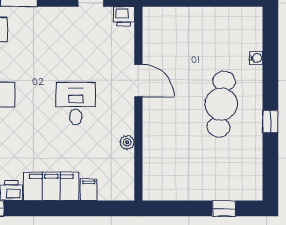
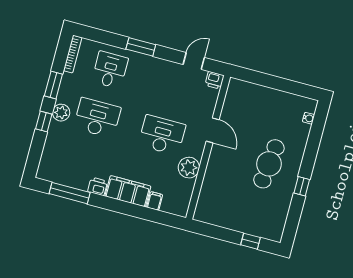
water cooler: (256, 58) -> (309, 118), moved
desk: (76, 104) -> (162, 135), width x1.37
plant: (127, 142) -> (189, 168), width x1.88, depth x1.88

